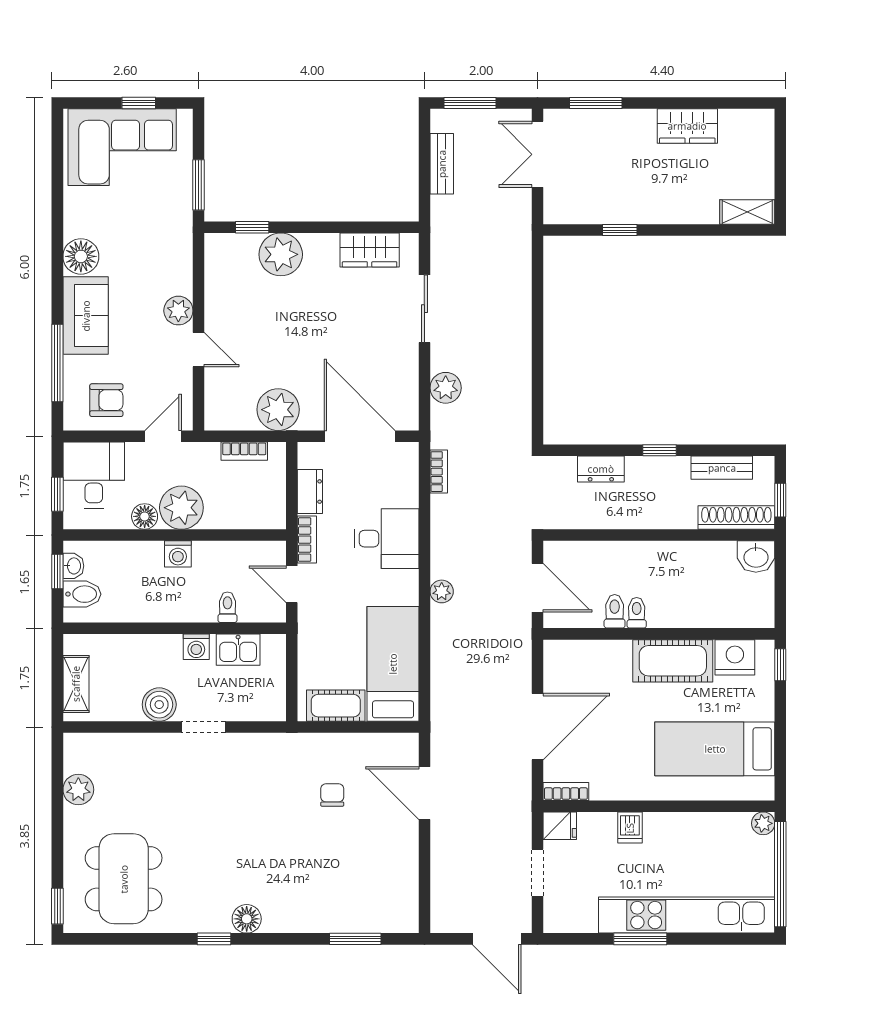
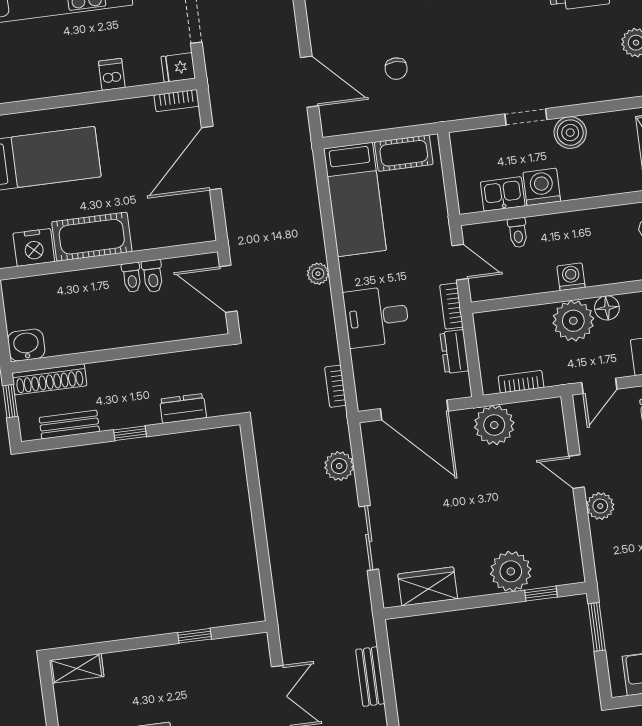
washing machine: (196, 647) -> (542, 187), width x1.38, depth x1.38

